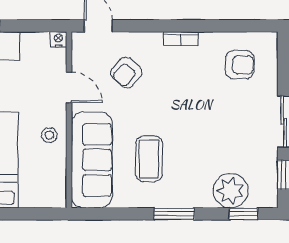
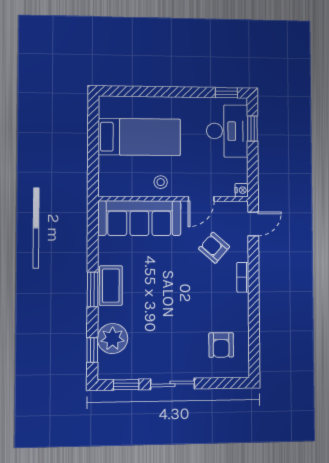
bookcase: (181, 39) -> (243, 277), moved
coffee table: (149, 159) -> (111, 286), moved, turned 90

